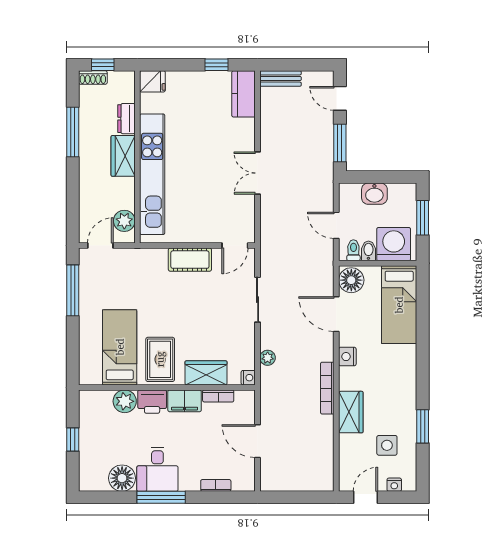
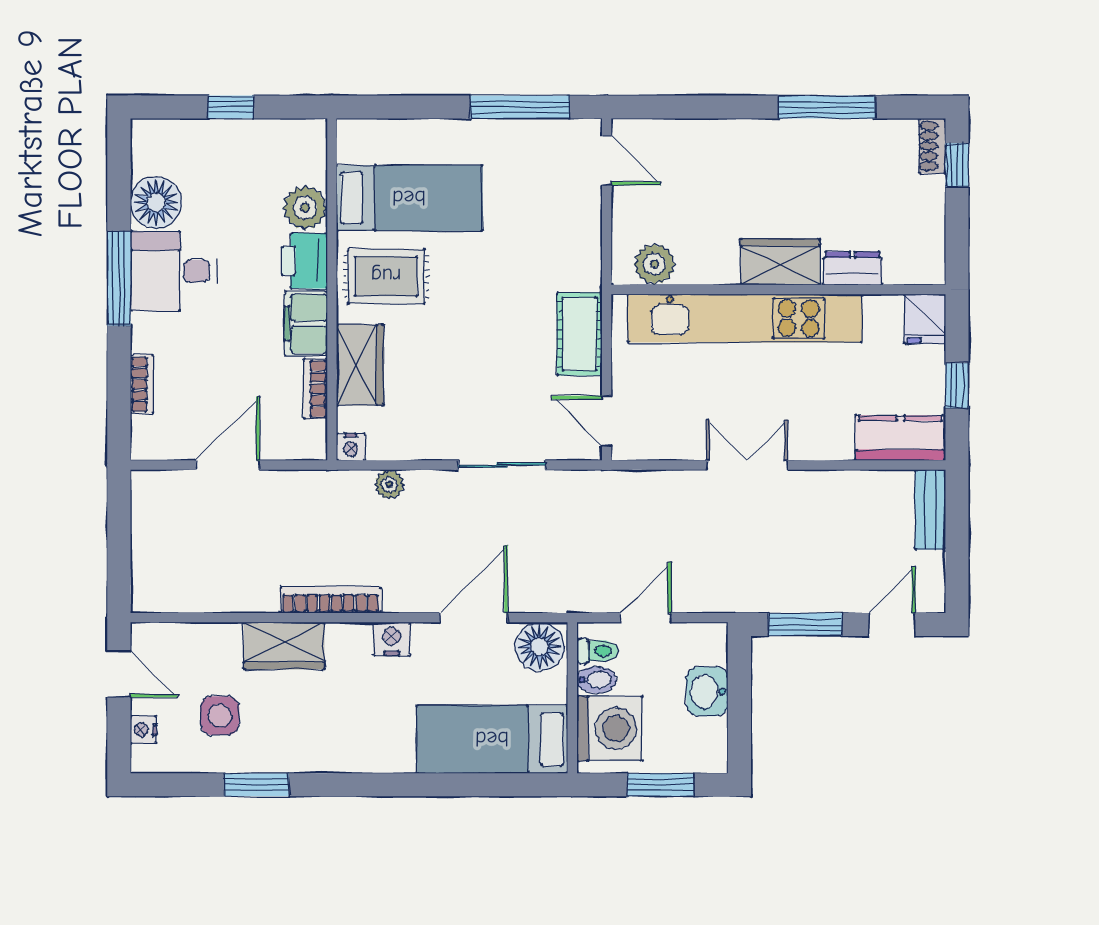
fridge: (152, 81) -> (925, 319), moved
dresser: (126, 119) -> (853, 268), moved
wardrobe: (123, 156) -> (780, 262), moved
wall: (137, 157) -> (778, 289), moved
kitchen unit: (152, 174) -> (745, 318), moved
plant: (124, 221) -> (655, 264), moved

